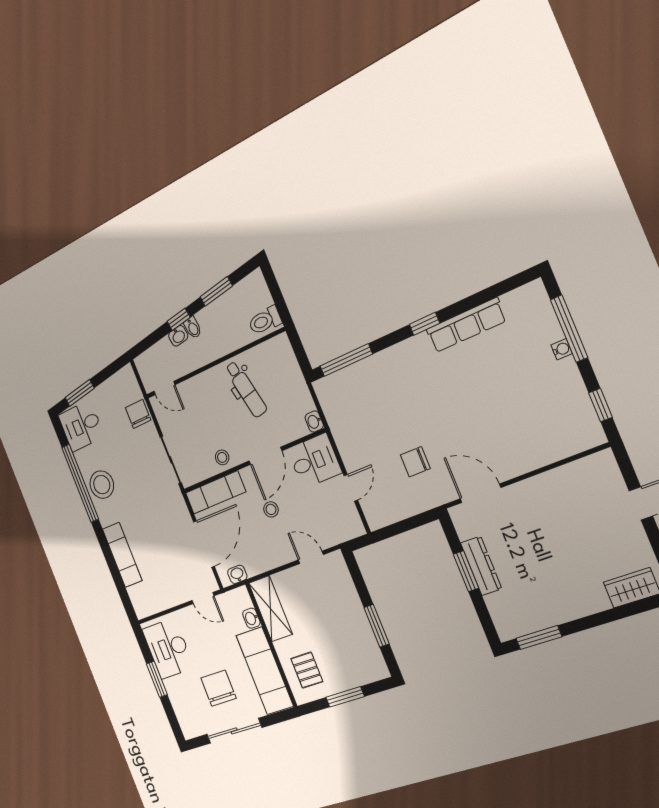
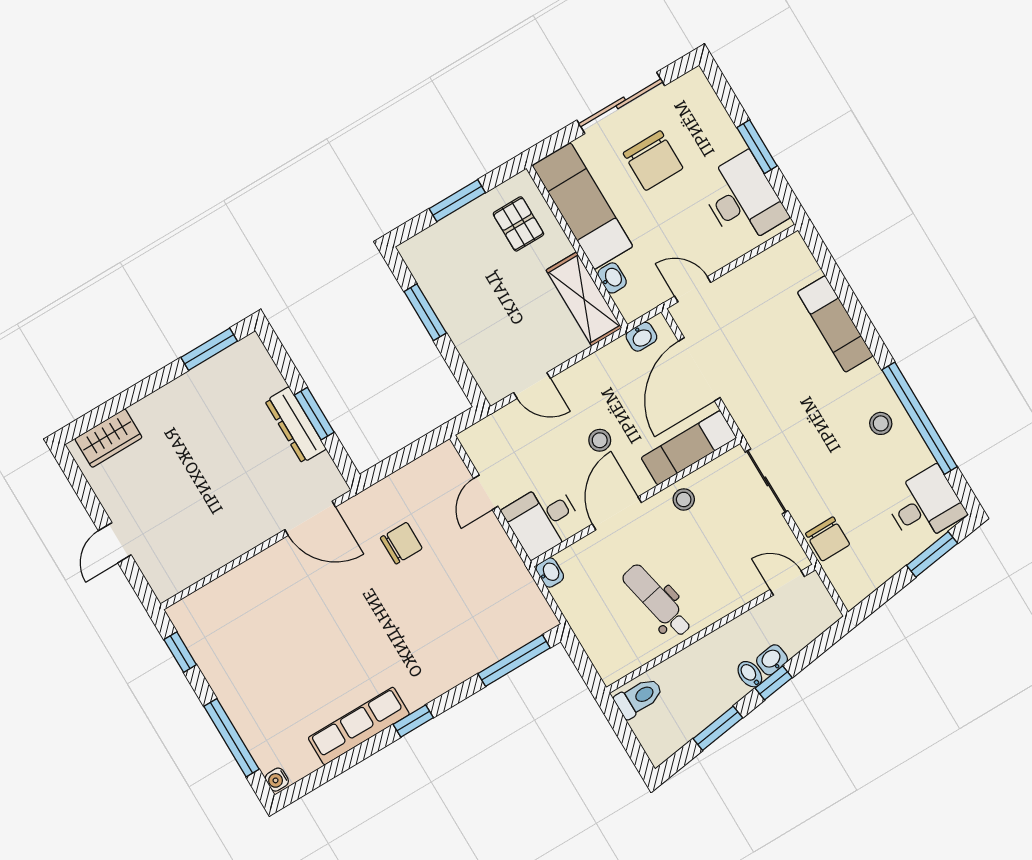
water cooler: (562, 349) -> (277, 780), moved
stool: (102, 485) -> (881, 423), width x0.53, depth x0.53

